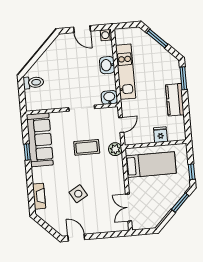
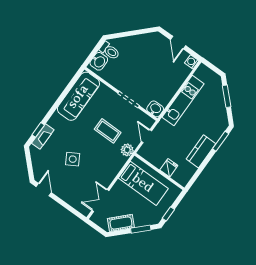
washbasin: (107, 65) -> (99, 61), moved, turned 180
door: (121, 125) -> (147, 136), swing flipped
window: (27, 152) -> (38, 130), moved
cot: (160, 211) -> (121, 223), added

